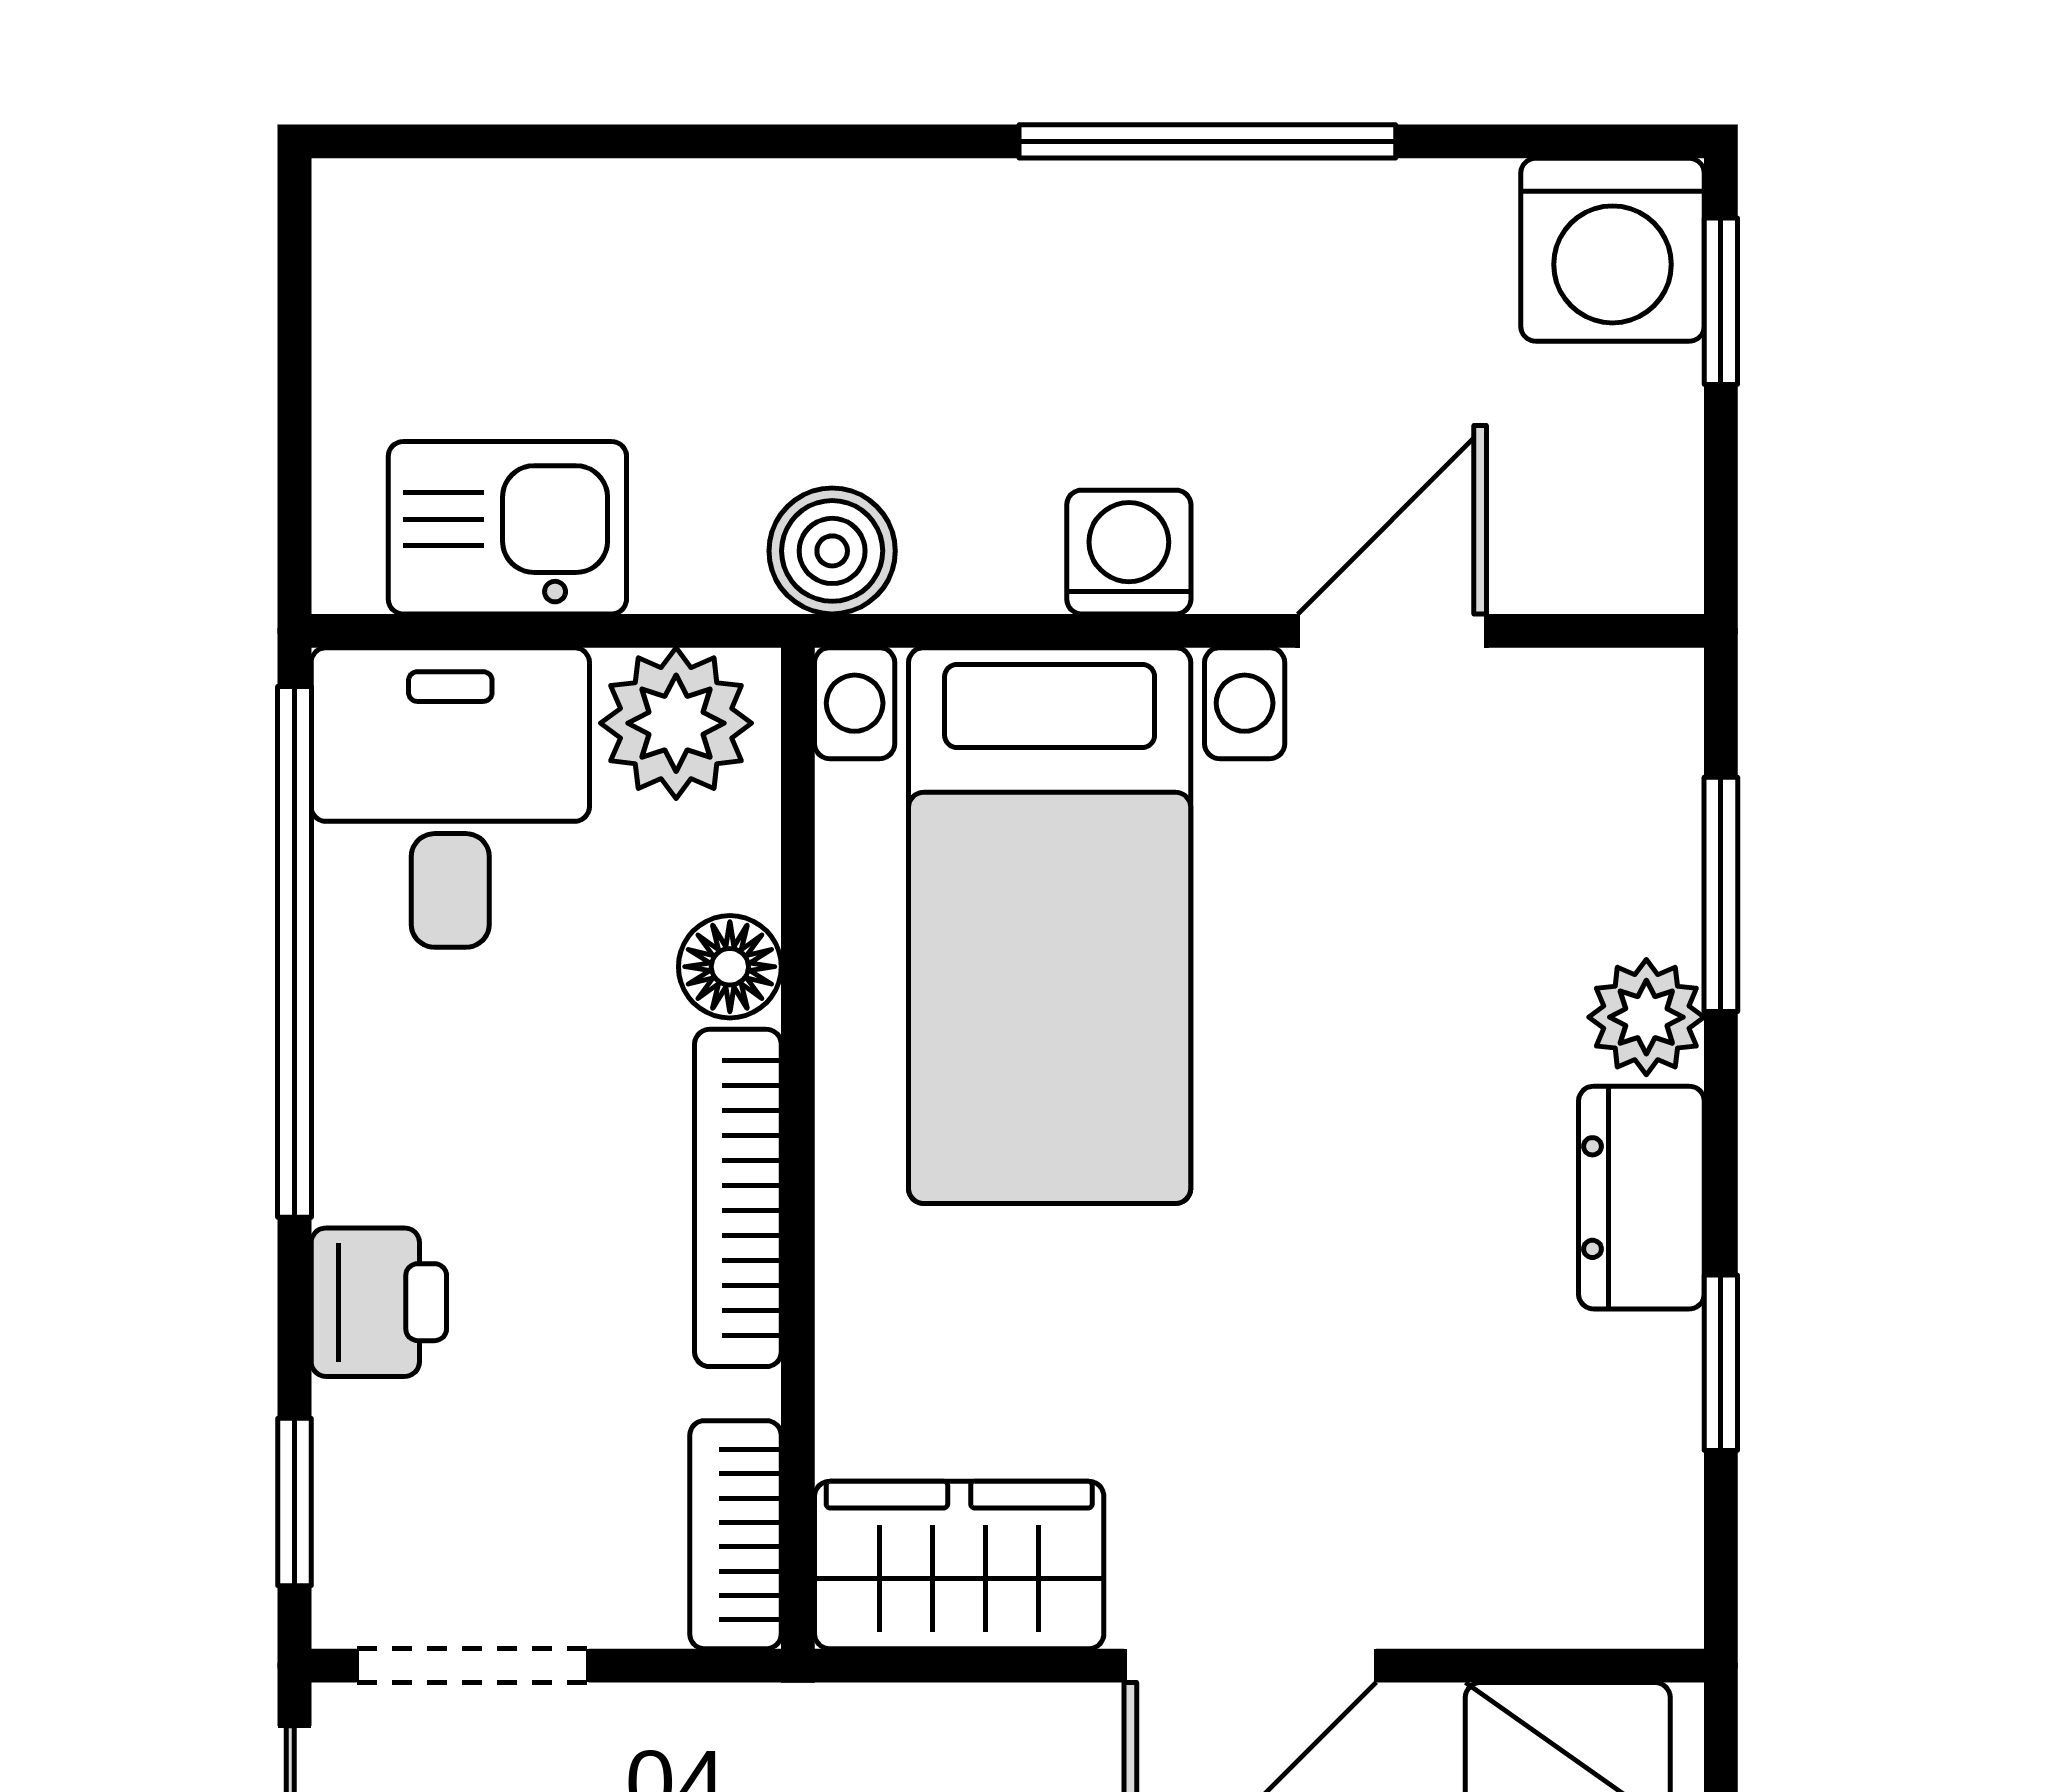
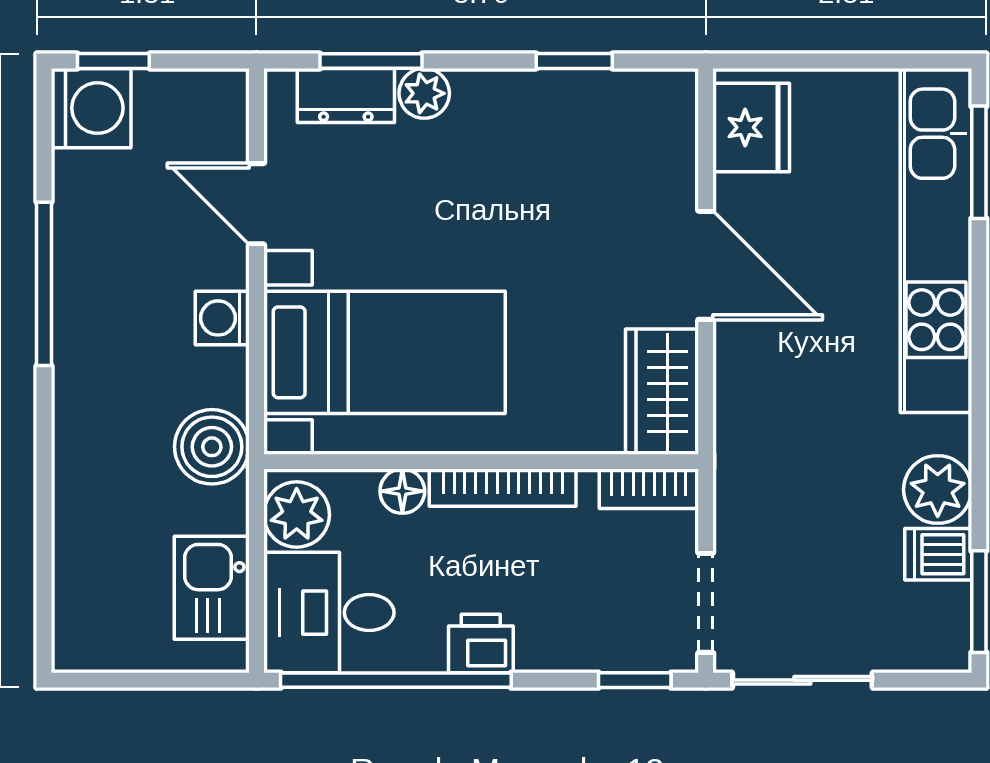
boiler: (832, 551) -> (212, 447), width x1.36, depth x1.36
dresser: (1641, 1198) -> (346, 95), moved
printer: (379, 1302) -> (481, 644), moved

